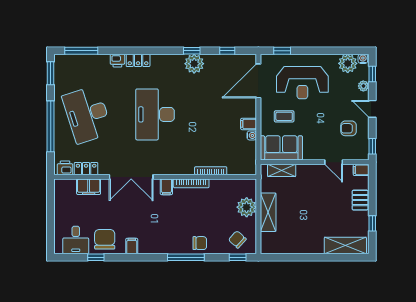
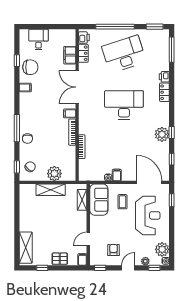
reception desk: (302, 83) -> (148, 215), turned 180
desk: (76, 240) -> (38, 40), moved, turned 90

